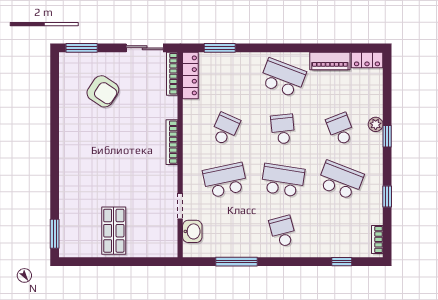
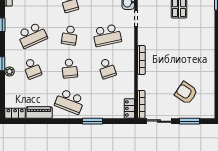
window: (82, 48) -> (190, 121), moved
window: (220, 48) -> (93, 121), moved
locker: (190, 75) -> (129, 108), width x0.66
school desk: (225, 129) -> (107, 68), turned -42
school desk: (283, 180) -> (70, 35), width x0.54
school desk: (341, 180) -> (32, 35), turned -45

